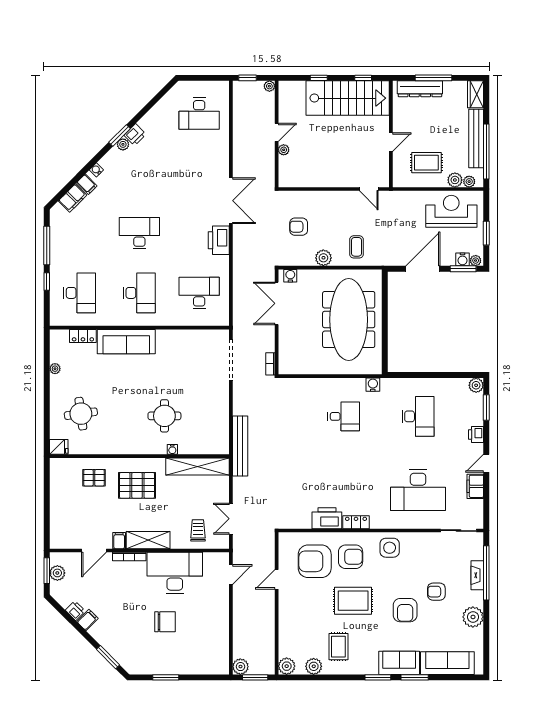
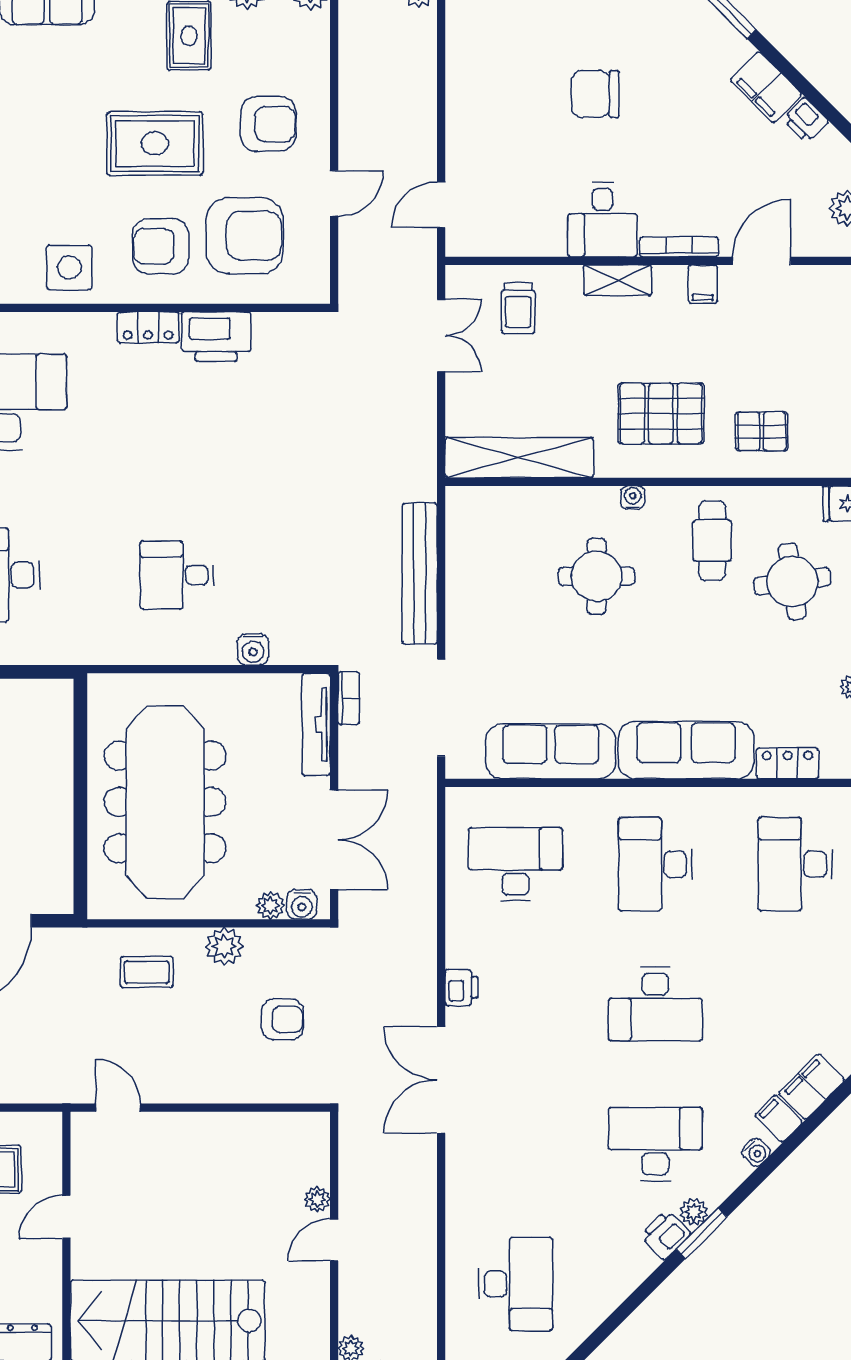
desk: (199, 114) -> (515, 1284), turned 90
desk: (139, 173) -> (655, 1144), added
printer: (219, 240) -> (462, 988), width x0.53, depth x0.68
coffee table: (356, 247) -> (147, 972), turned 90
plant: (304, 275) -> (270, 906), added
desk: (199, 293) -> (515, 864), turned 180
sofa: (184, 341) -> (551, 751), added
tv unit: (284, 353) -> (316, 724), added
water cooler: (373, 385) -> (253, 649), moved
cafe table: (115, 431) -> (712, 541), added
bench: (240, 446) -> (420, 574), moved
water cooler: (172, 449) -> (633, 498), moved
shelving: (148, 540) -> (618, 280), width x0.67, depth x0.75
desk: (175, 573) -> (603, 220), width x0.53, depth x0.77
armchair: (405, 610) -> (268, 124), moved, turned 90
filing cabinet: (87, 620) -> (766, 87), width x2.00

